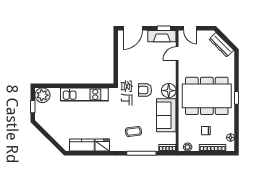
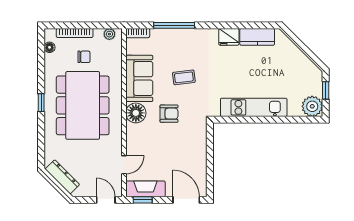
door: (133, 28) -> (186, 200), hinge flipped
dining table: (207, 96) -> (83, 105), turned 90
coffee table: (133, 132) -> (184, 77), moved

